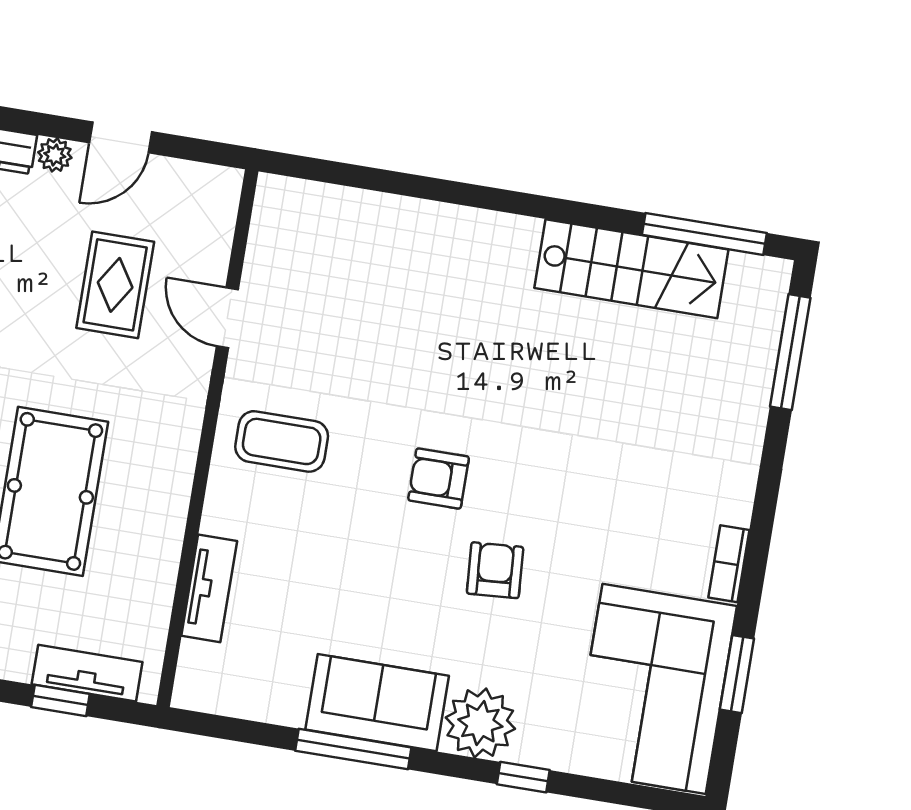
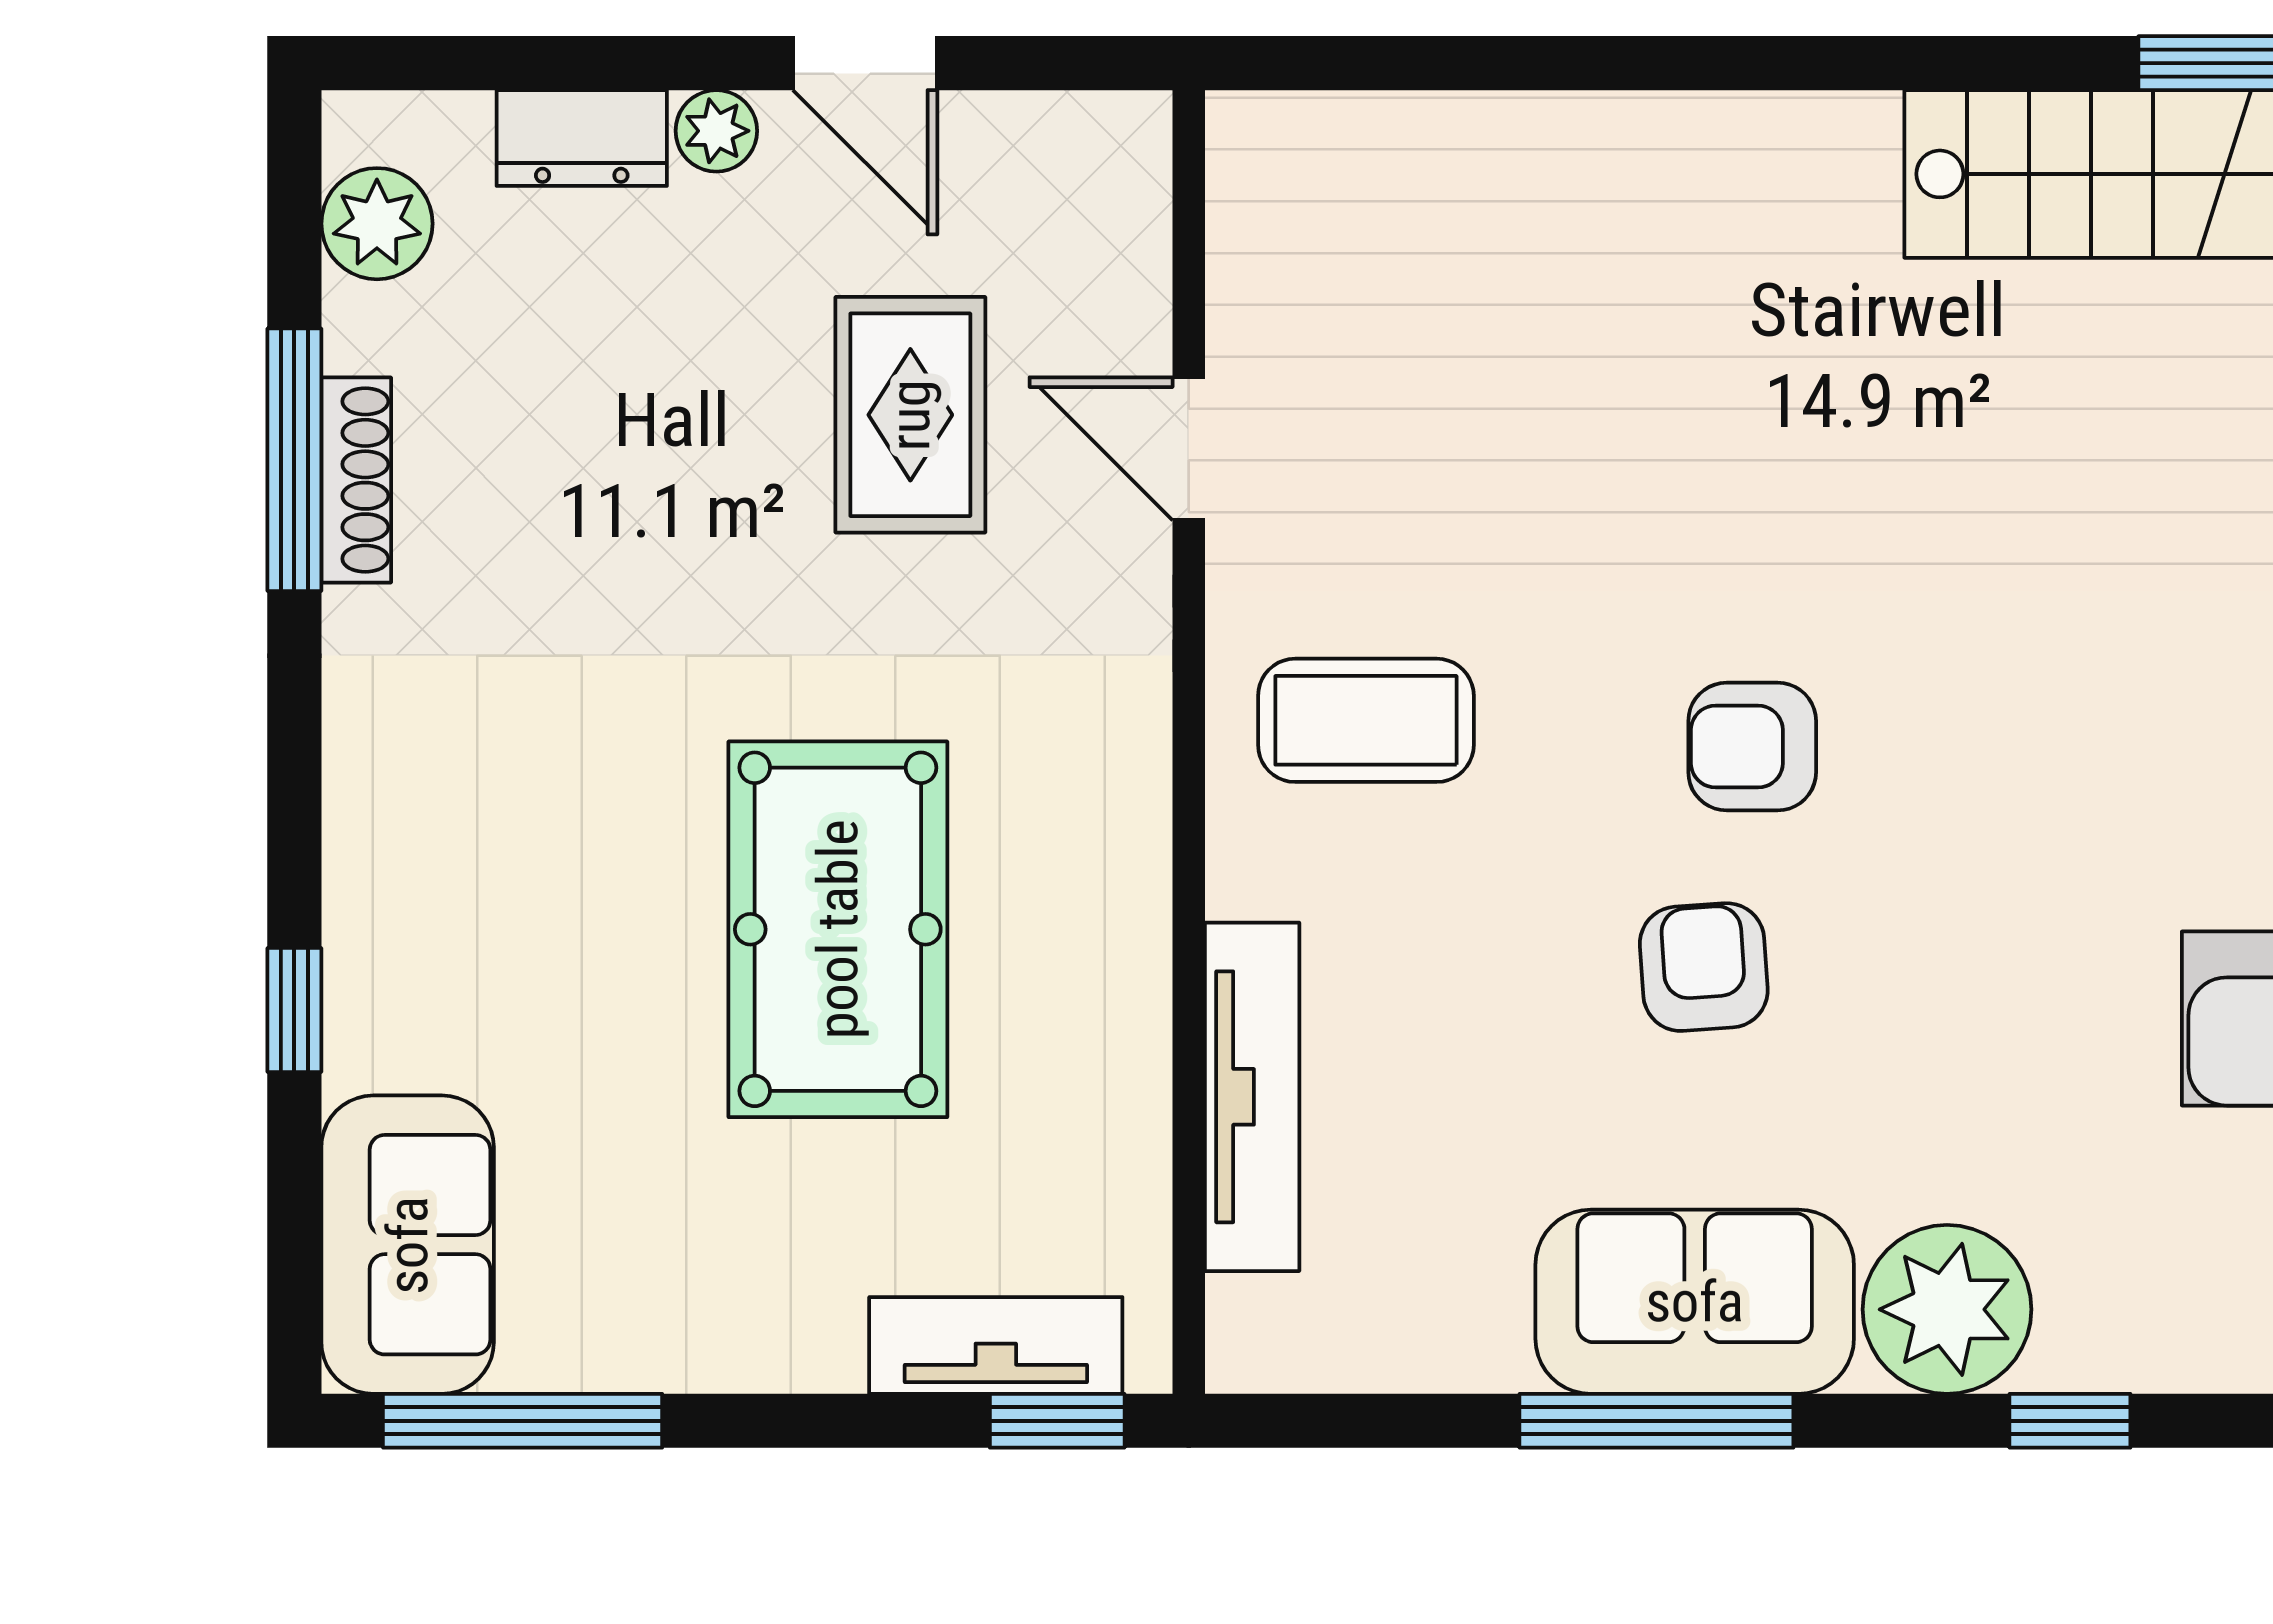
door: (121, 137) -> (865, 63), hinge flipped
armchair: (495, 570) -> (1704, 967), moved
tv unit: (209, 588) -> (1252, 1097), width x1.41
window: (60, 701) -> (1057, 1421), moved

